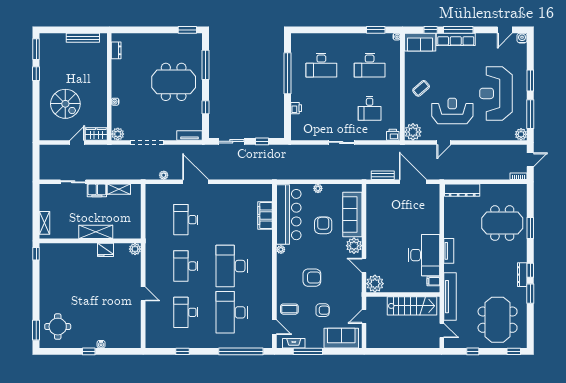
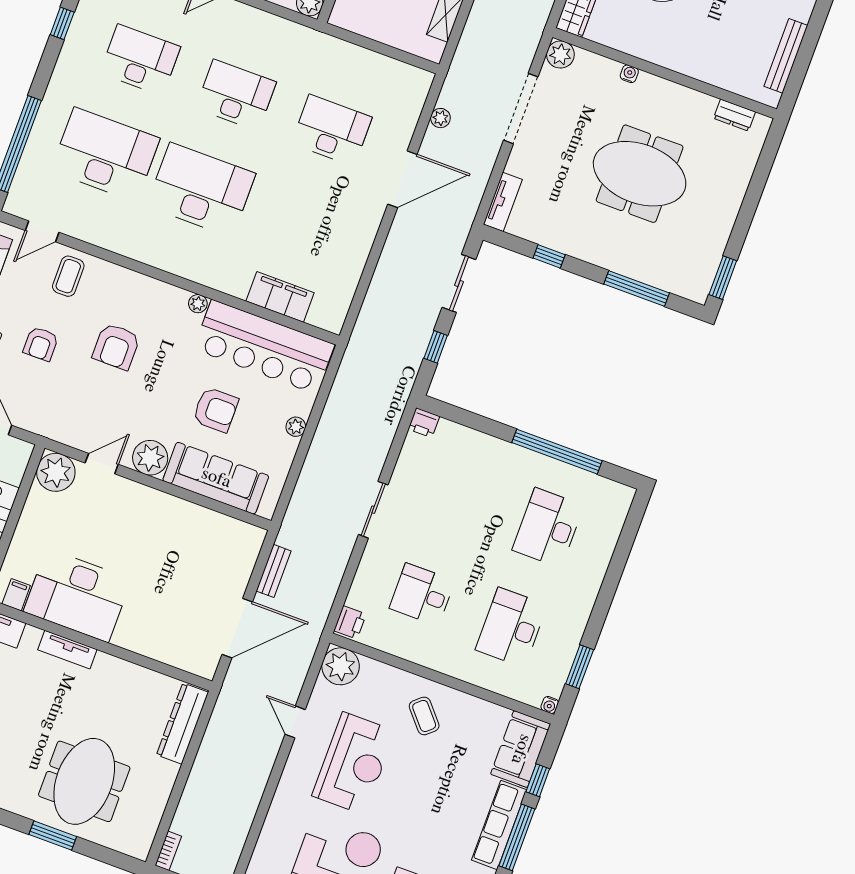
meeting table: (174, 82) -> (640, 174), moved, turned 90
printer: (296, 108) -> (424, 423), moved

